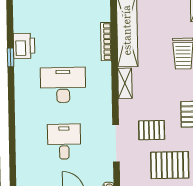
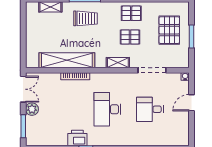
shelving: (125, 83) -> (118, 63), moved
pallet: (152, 130) -> (130, 37), moved, turned 90

